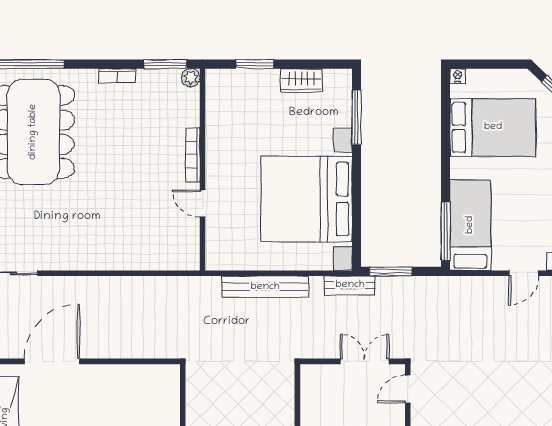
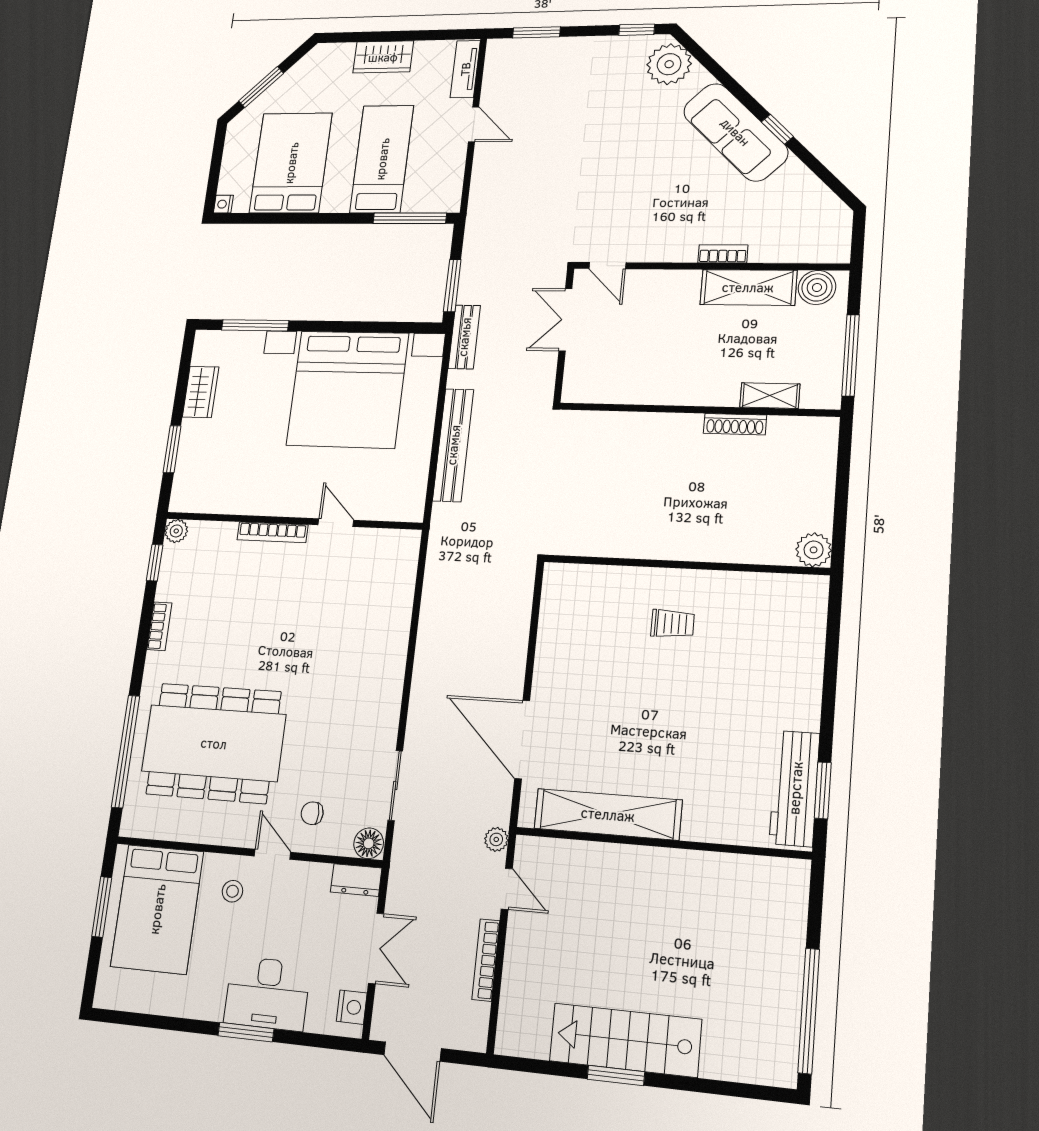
window: (165, 64) -> (155, 563), width x0.67
door: (203, 204) -> (336, 523), swing flipped
bed: (470, 225) -> (382, 159), moved, turned 90

